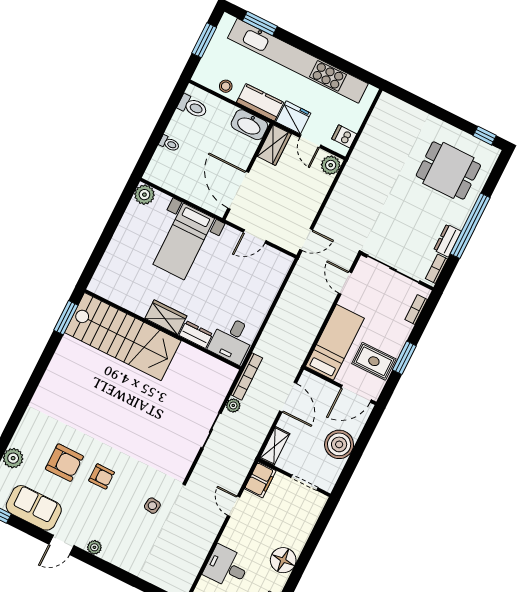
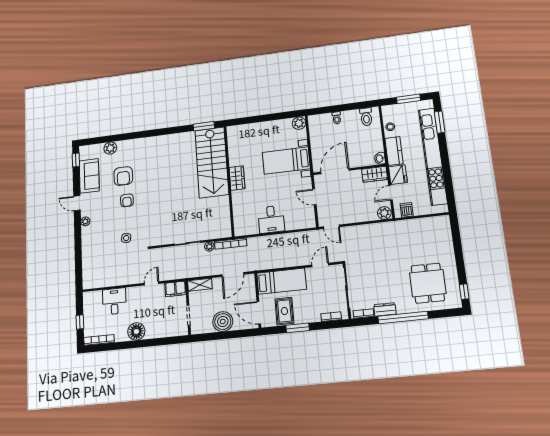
washbasin: (249, 125) -> (380, 158), width x0.52, depth x0.69
dresser: (196, 335) -> (237, 200), removed
desk: (232, 340) -> (271, 219), moved, turned -90

